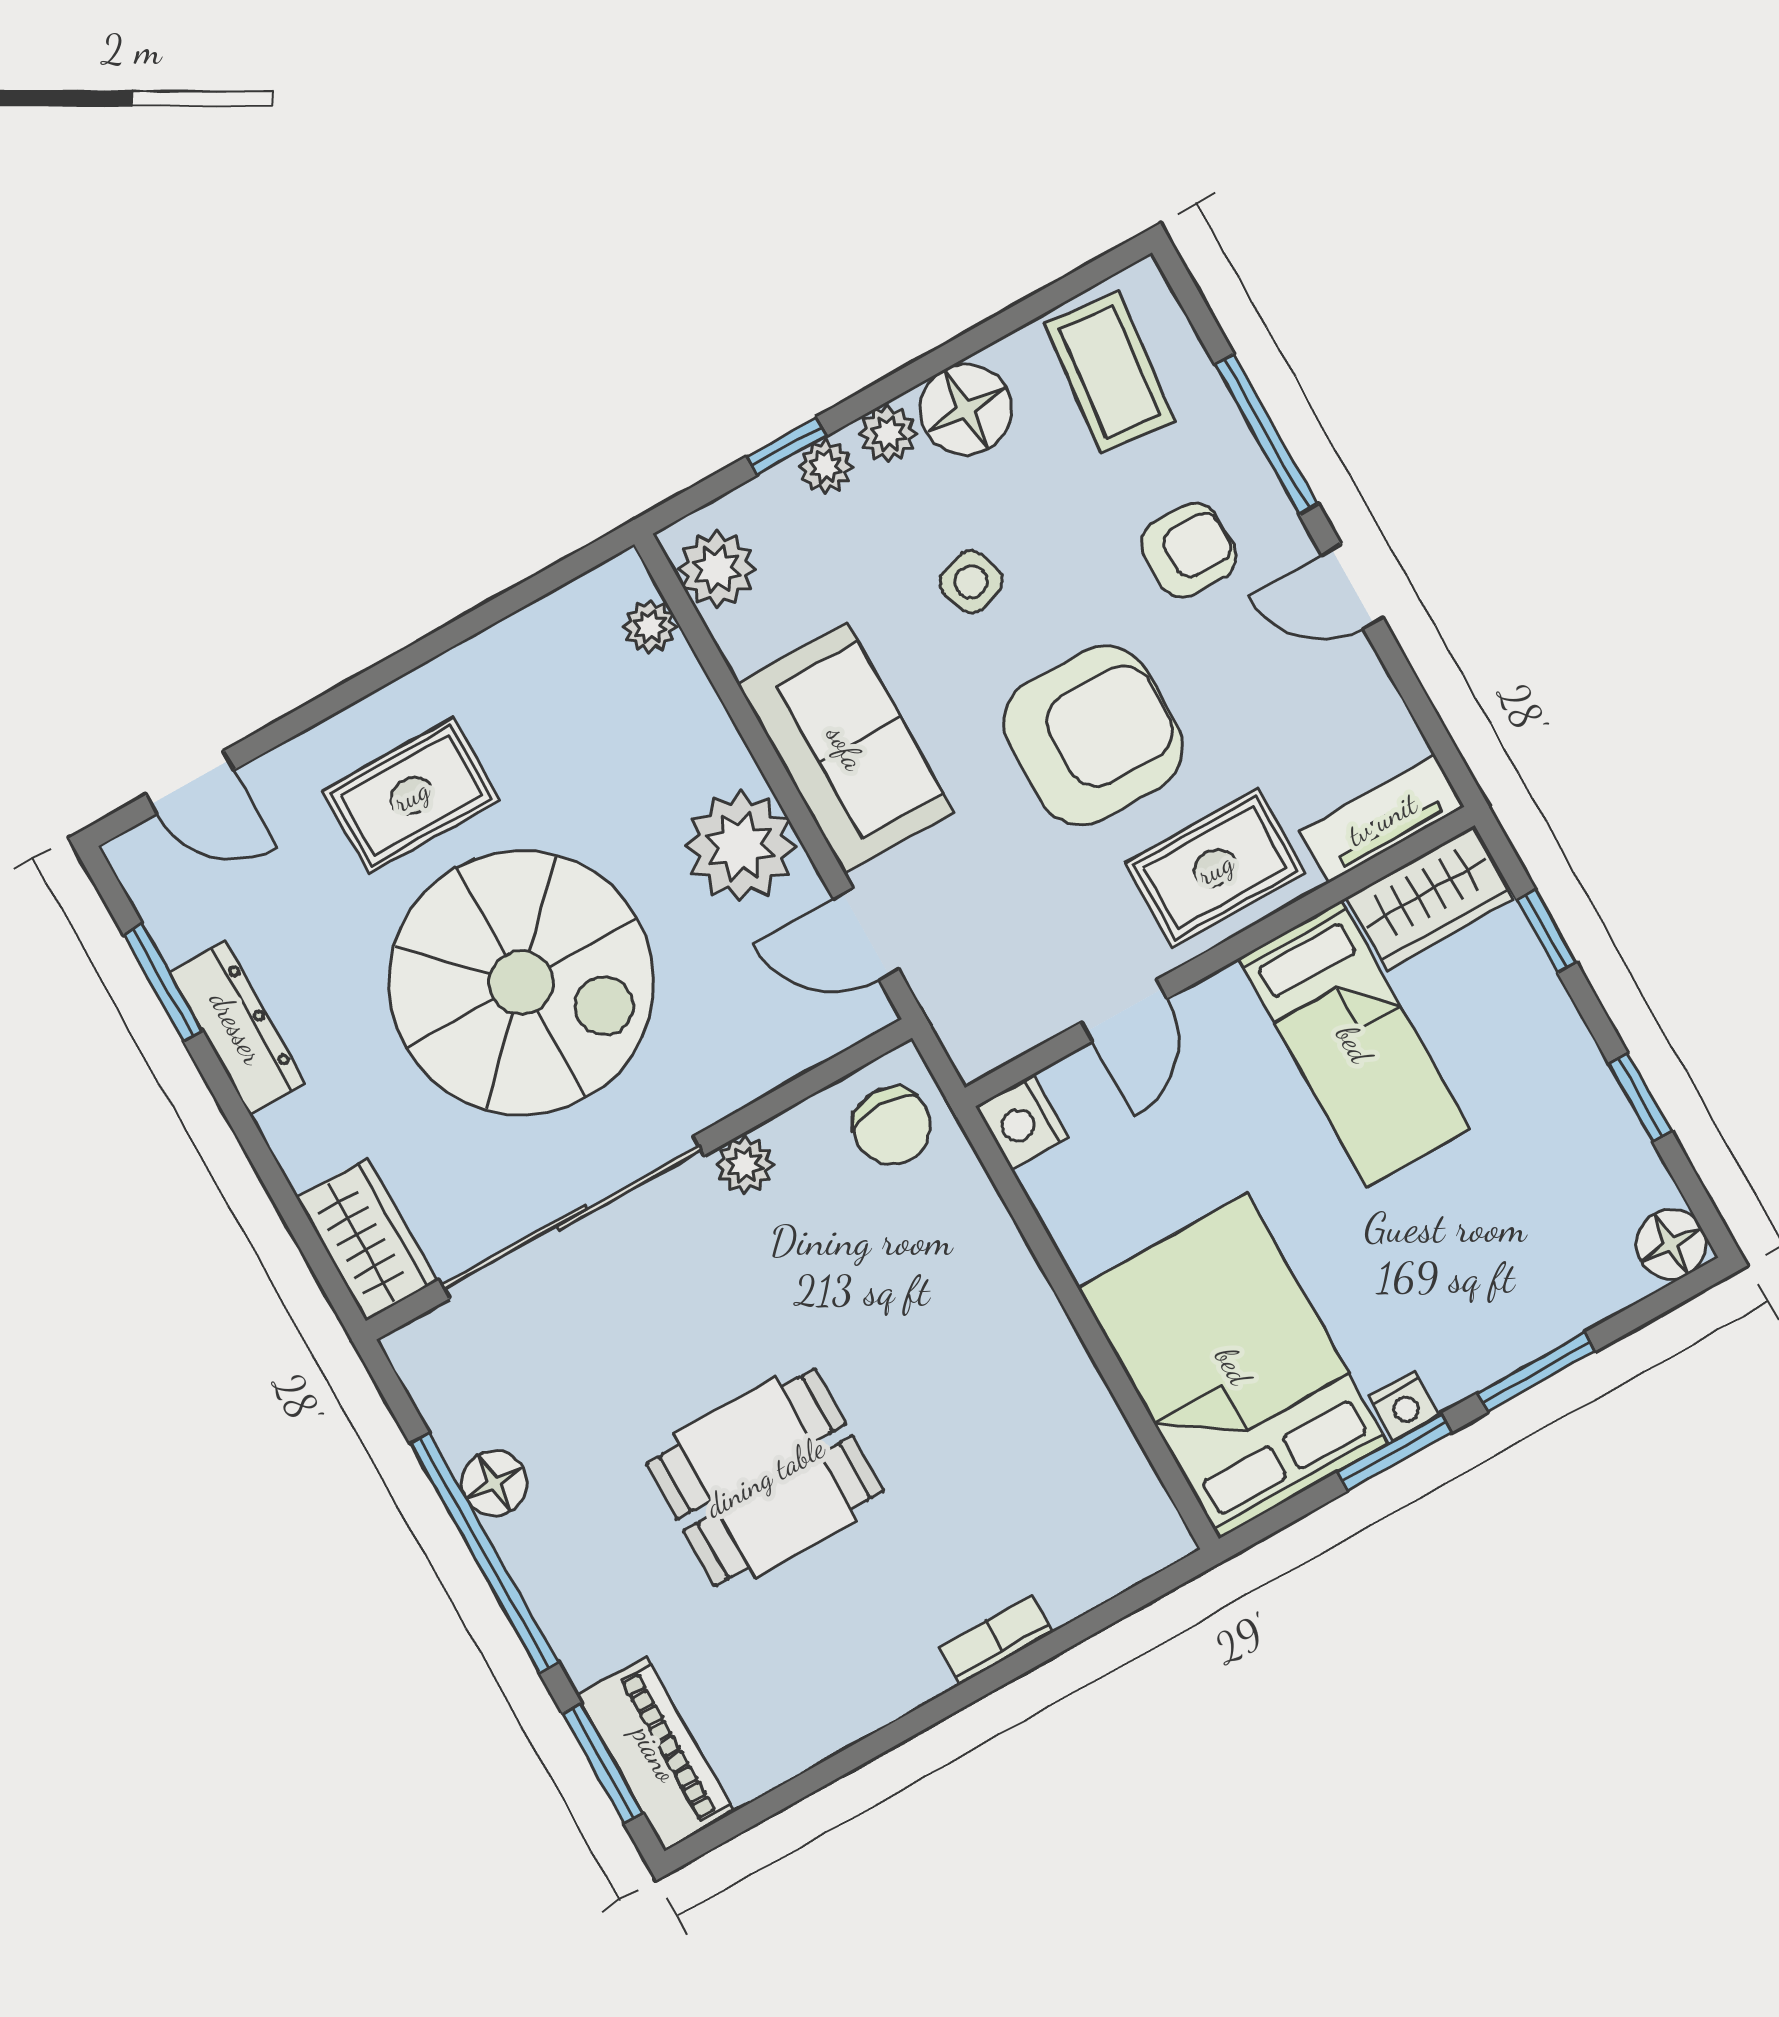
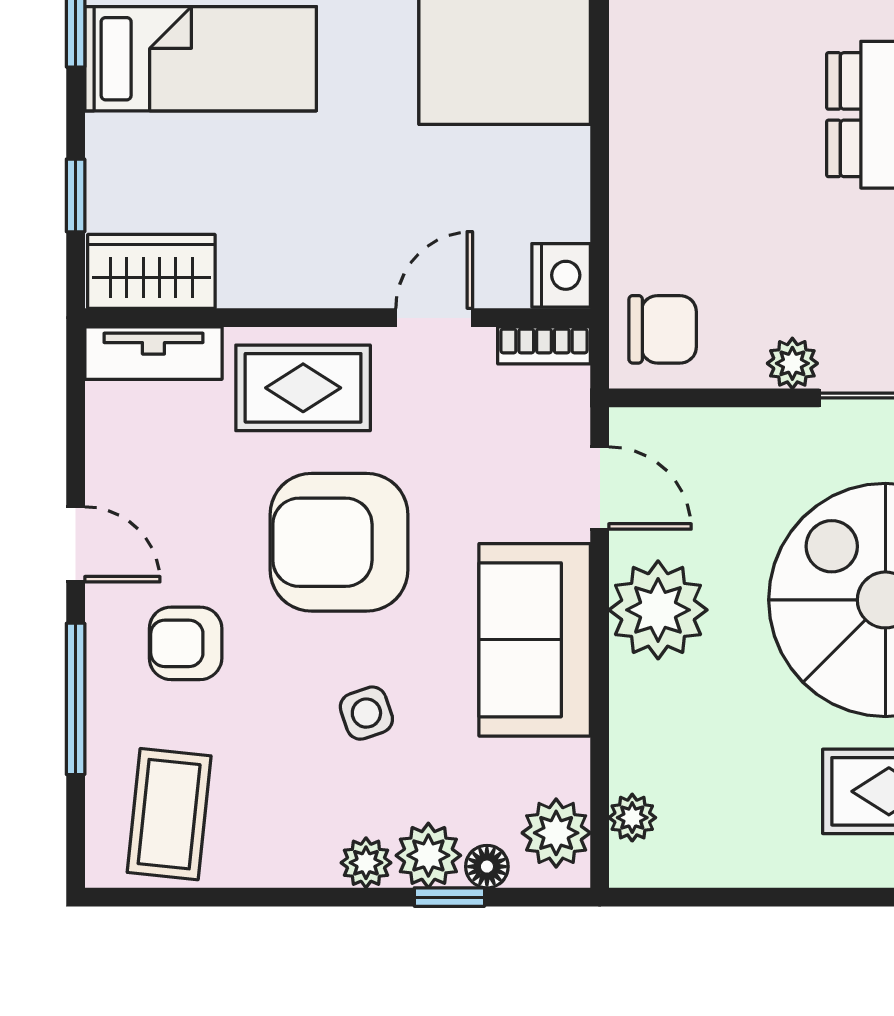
floor lamp: (966, 409) -> (487, 867), moved, width x0.53, depth x0.53
plant: (826, 467) -> (428, 855), width x1.38, depth x1.38
bookcase: (1000, 1044) -> (544, 345), added
bed: (1354, 1044) -> (201, 59), moved, turned 90
chair: (892, 1126) -> (663, 329), turned 90

